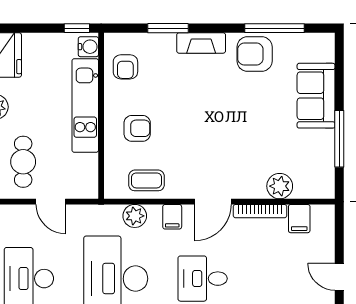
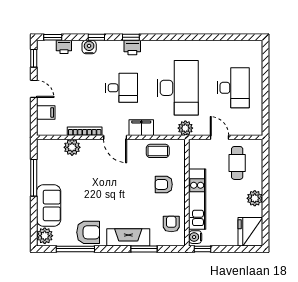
fireplace: (201, 43) -> (128, 237), width x1.37, depth x1.32
plant: (322, 49) -> (45, 236), added
door: (213, 202) -> (115, 137), swing flipped
plant: (135, 216) -> (185, 128), moved
filing cabinet: (172, 217) -> (141, 128), width x2.00
filing cabinet: (299, 219) -> (46, 112), moved, turned 90

